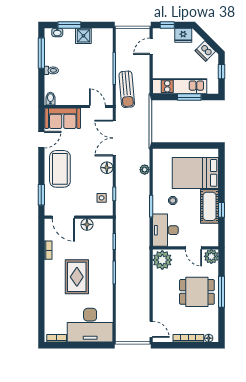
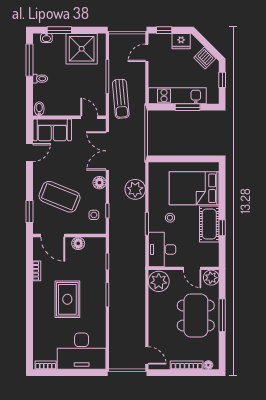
shower: (83, 36) -> (82, 49), width x1.86, depth x1.86
coffee table: (60, 169) -> (60, 197), moved, turned -68
plant: (145, 170) -> (135, 189), width x1.88, depth x1.88
dining table: (197, 292) -> (196, 315), width x1.37

